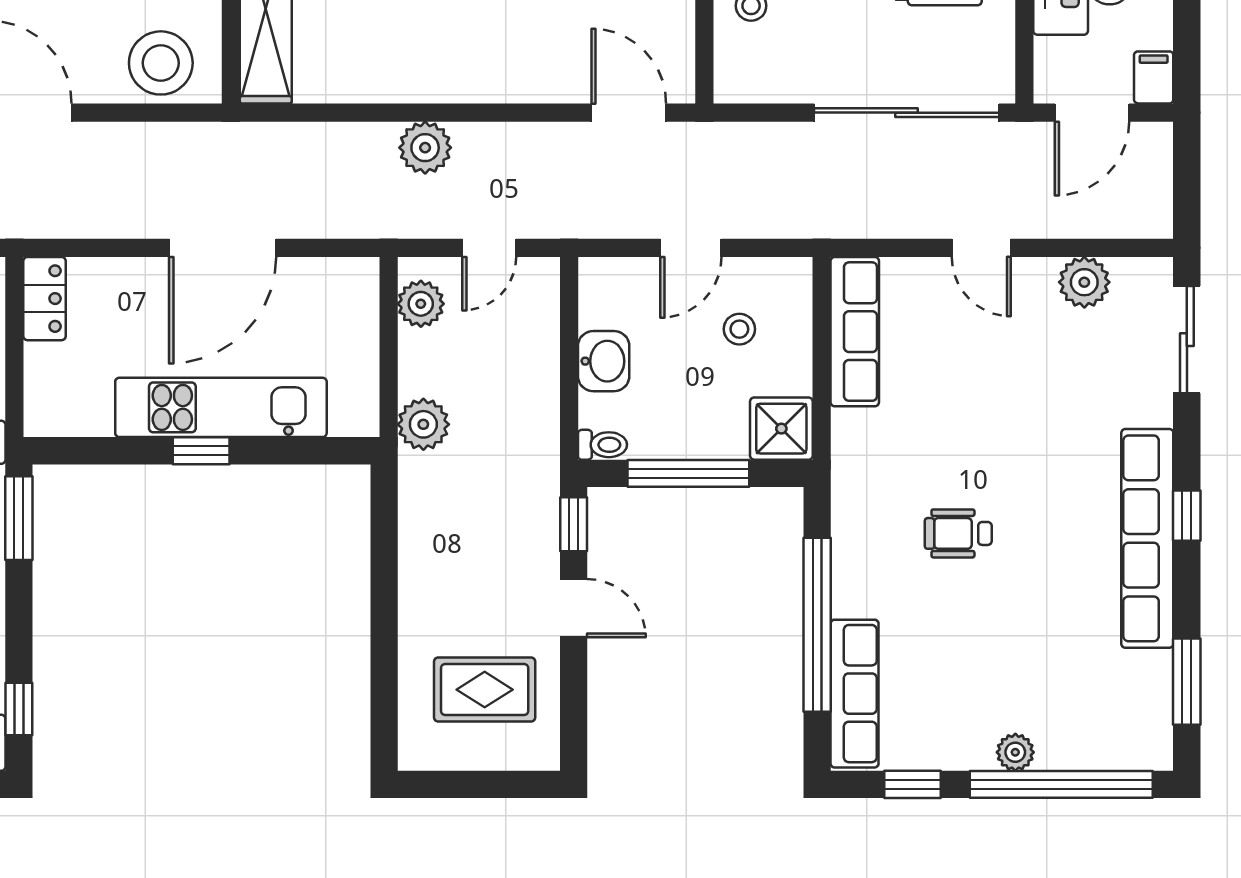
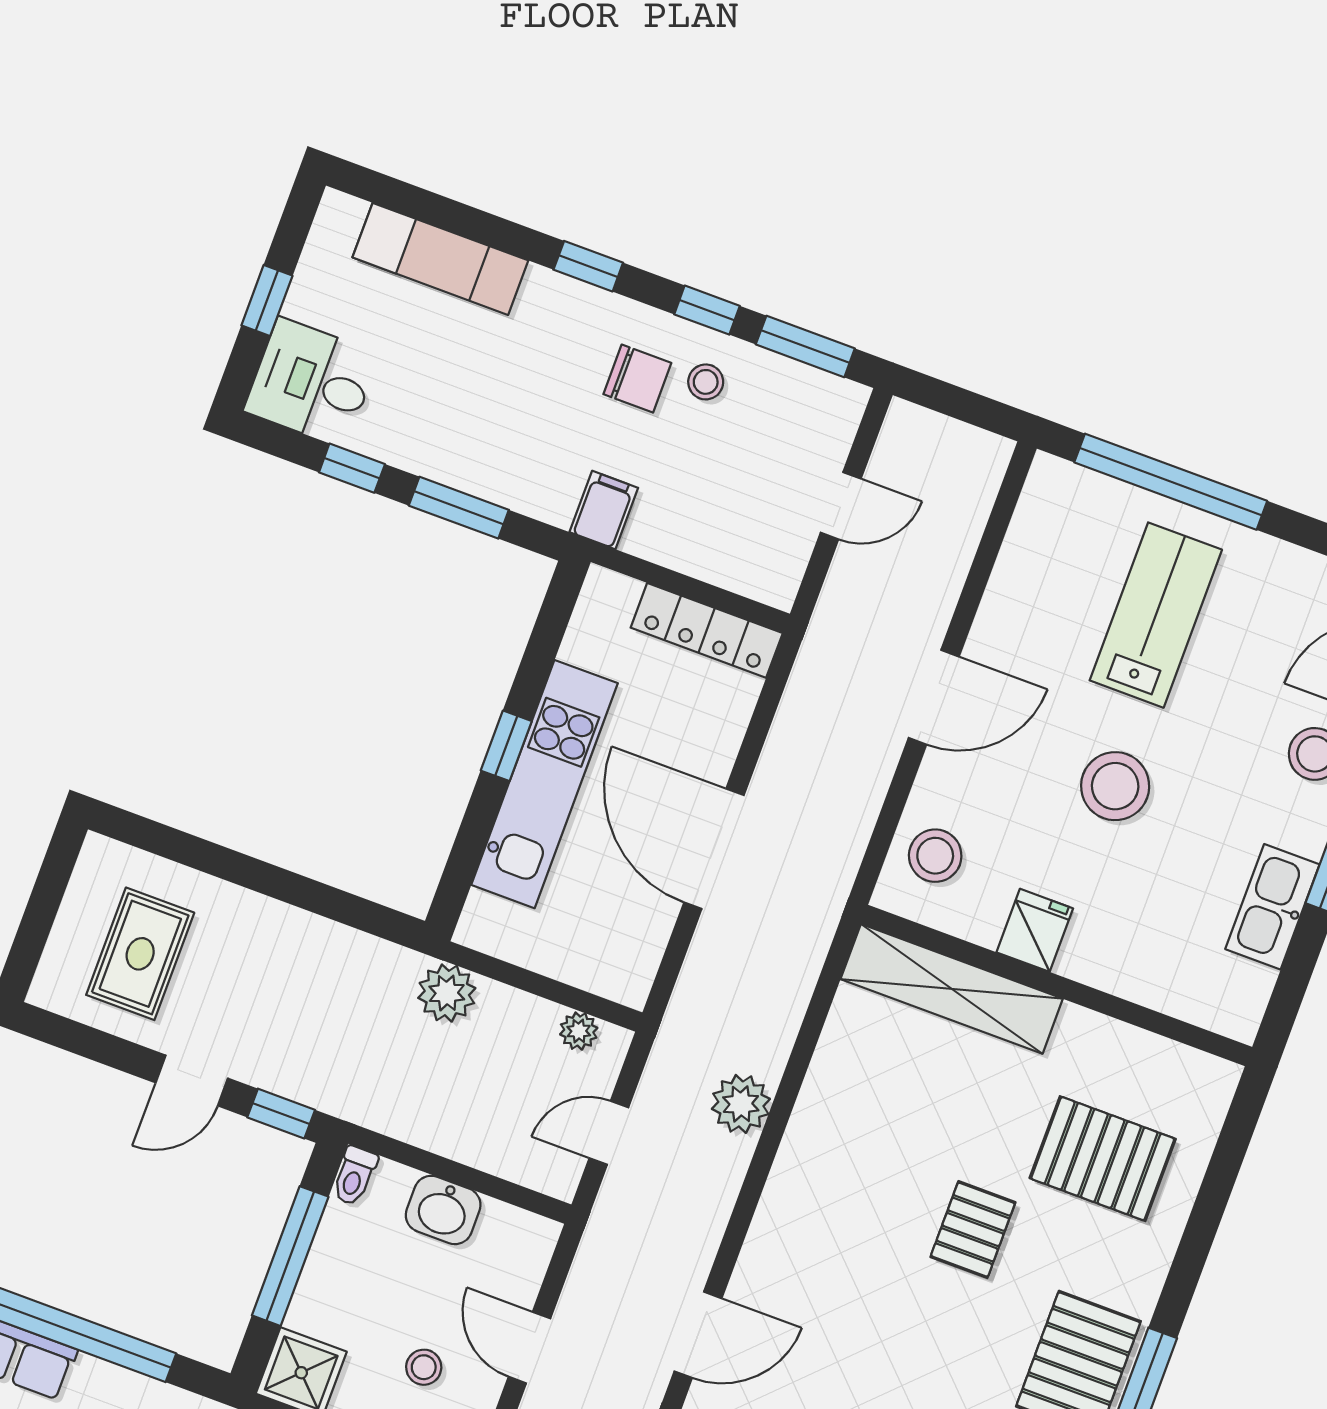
stool: (161, 63) -> (935, 856), width x0.73, depth x0.73
door: (489, 248) -> (609, 1133), hinge flipped
locker: (45, 299) -> (707, 630), width x1.53
plant: (421, 304) -> (579, 1031), width x0.73, depth x0.73
window: (19, 518) -> (459, 508), moved
window: (19, 709) -> (352, 468), moved

